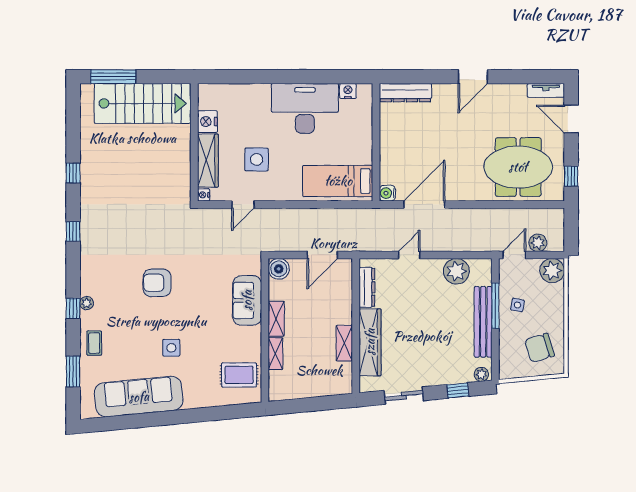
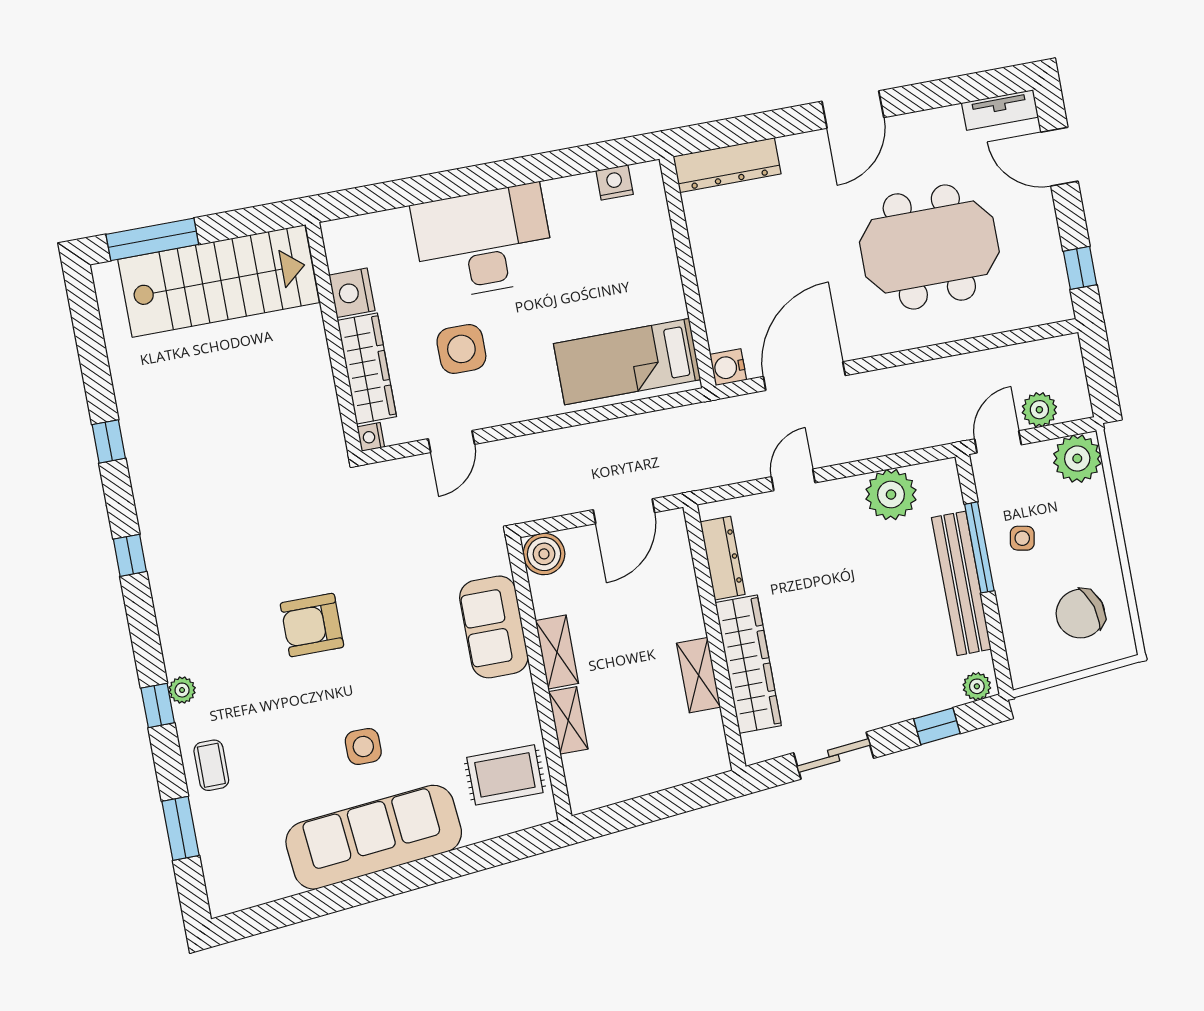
desk: (305, 108) -> (483, 242), moved
meeting table: (518, 167) -> (929, 247), moved
sofa: (139, 397) -> (374, 837), moved

